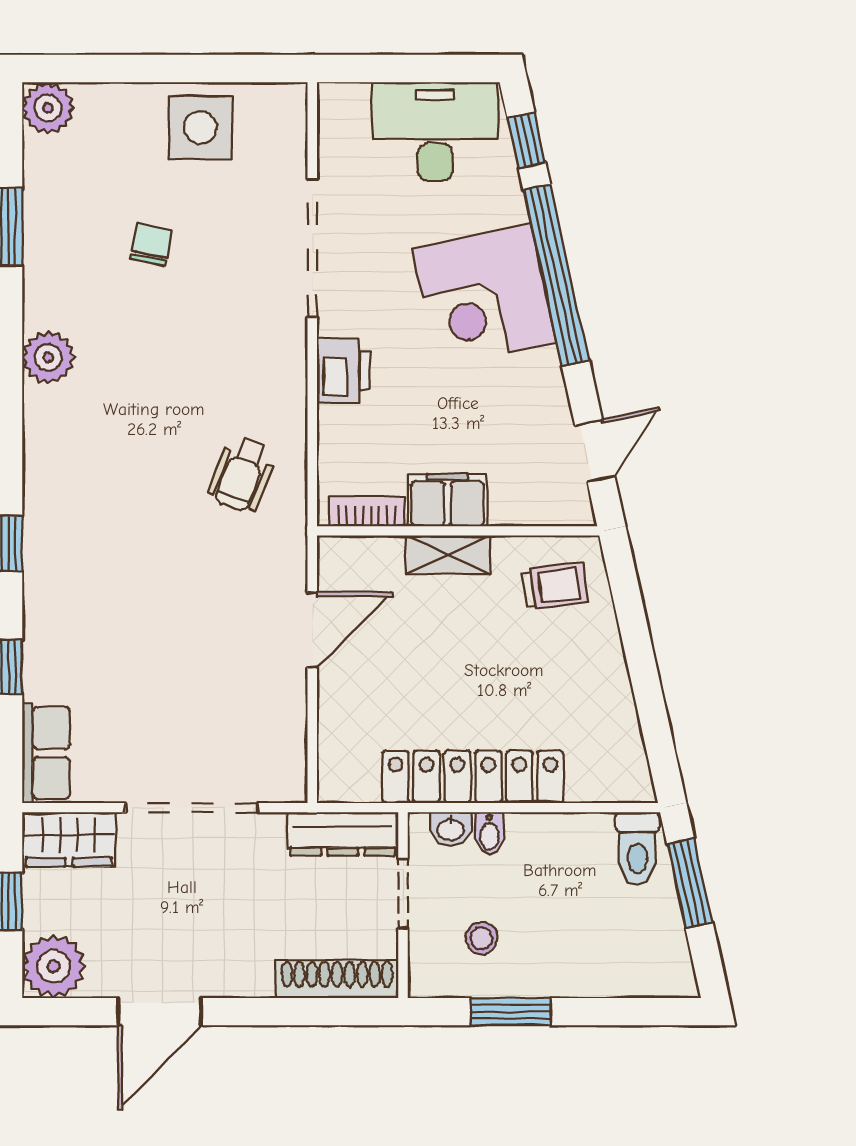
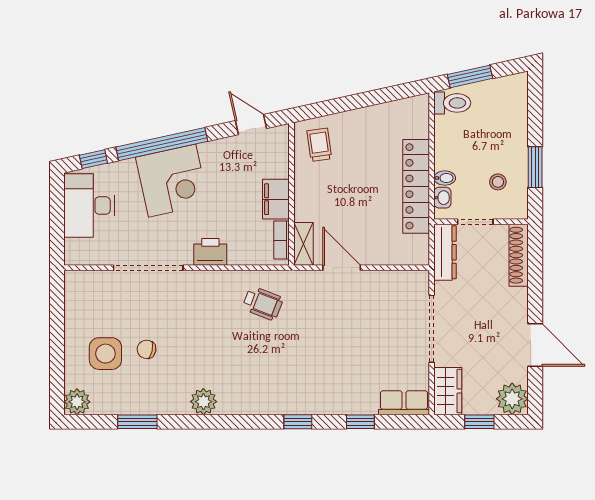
side table: (200, 128) -> (105, 354), moved
shelving: (448, 555) -> (304, 244), moved

